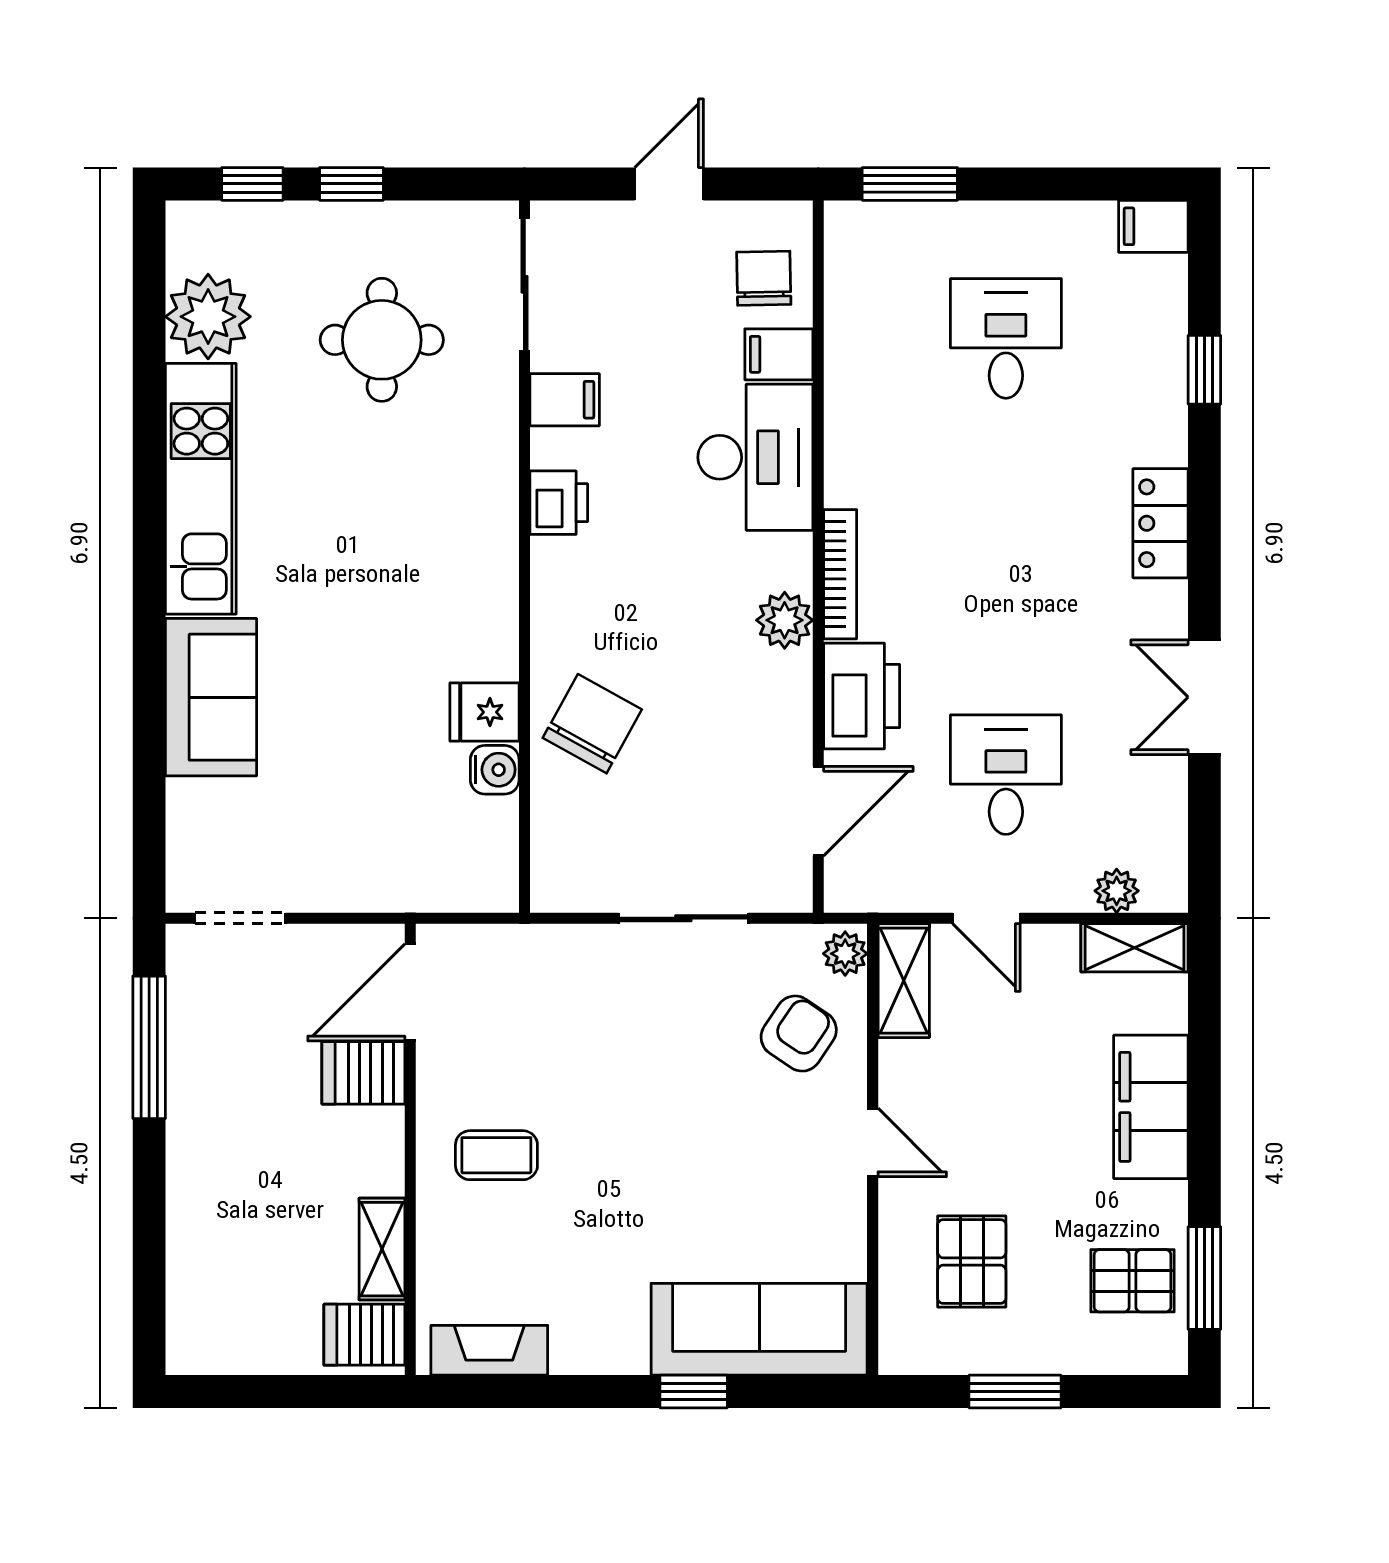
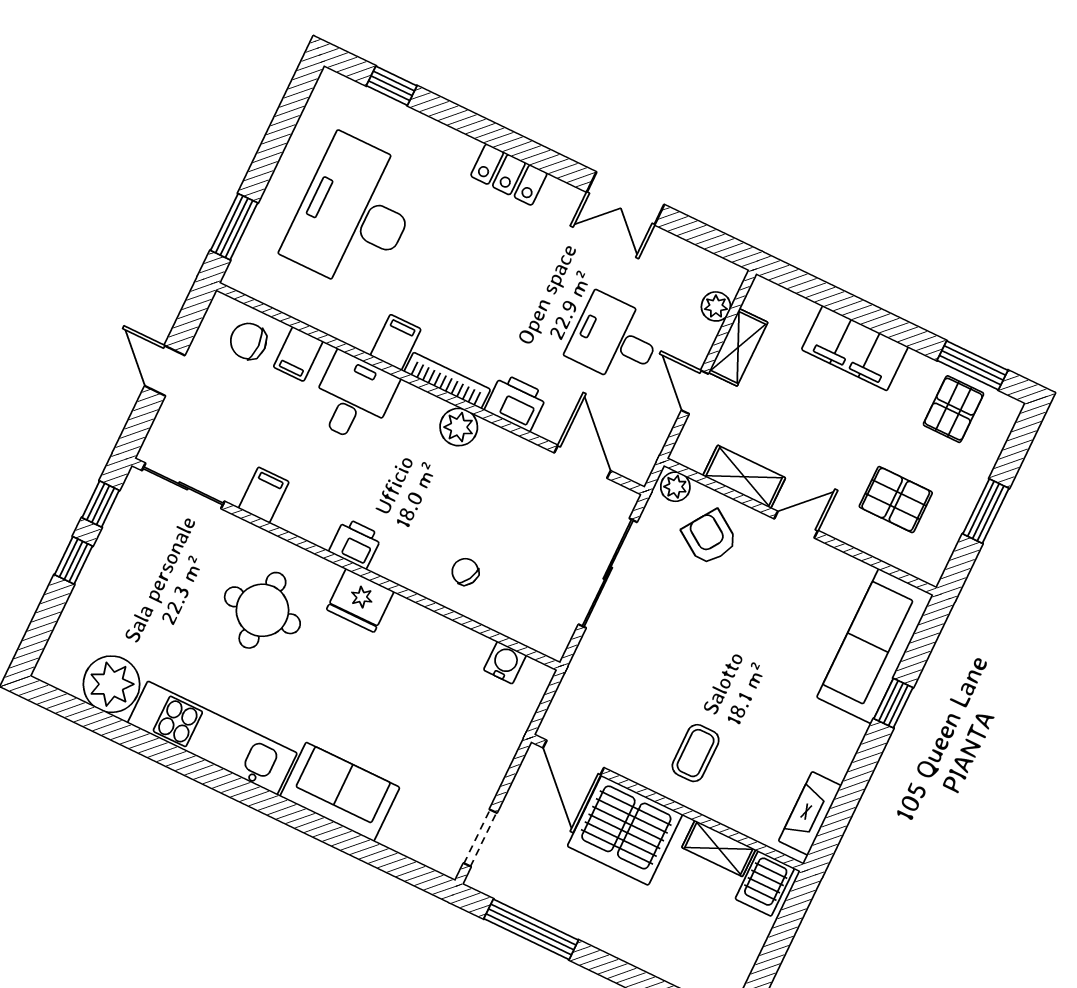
window: (252, 184) -> (101, 504), moved
filing cabinet: (1153, 226) -> (396, 342), moved, turned 180
desk: (1006, 338) -> (354, 214), width x1.87, depth x1.30
round table: (382, 340) -> (262, 610), moved
window: (1204, 370) -> (392, 86), moved
desk: (755, 457) -> (353, 398), width x0.73
printer: (559, 503) -> (355, 543), moved
printer: (862, 696) -> (516, 402), width x0.73, depth x0.84
fridge: (484, 712) -> (360, 600), moved, width x1.38
chair: (592, 724) -> (465, 572), width x0.54, depth x0.54
water cooler: (495, 770) -> (505, 663), moved
sliding door: (683, 918) -> (608, 573), width x1.37
door: (986, 918) -> (695, 392), swing flipped
shelving: (1135, 948) -> (738, 347), moved
shelving: (904, 981) -> (744, 477), moved
server rack: (363, 1073) -> (625, 830), width x2.18, depth x1.44

